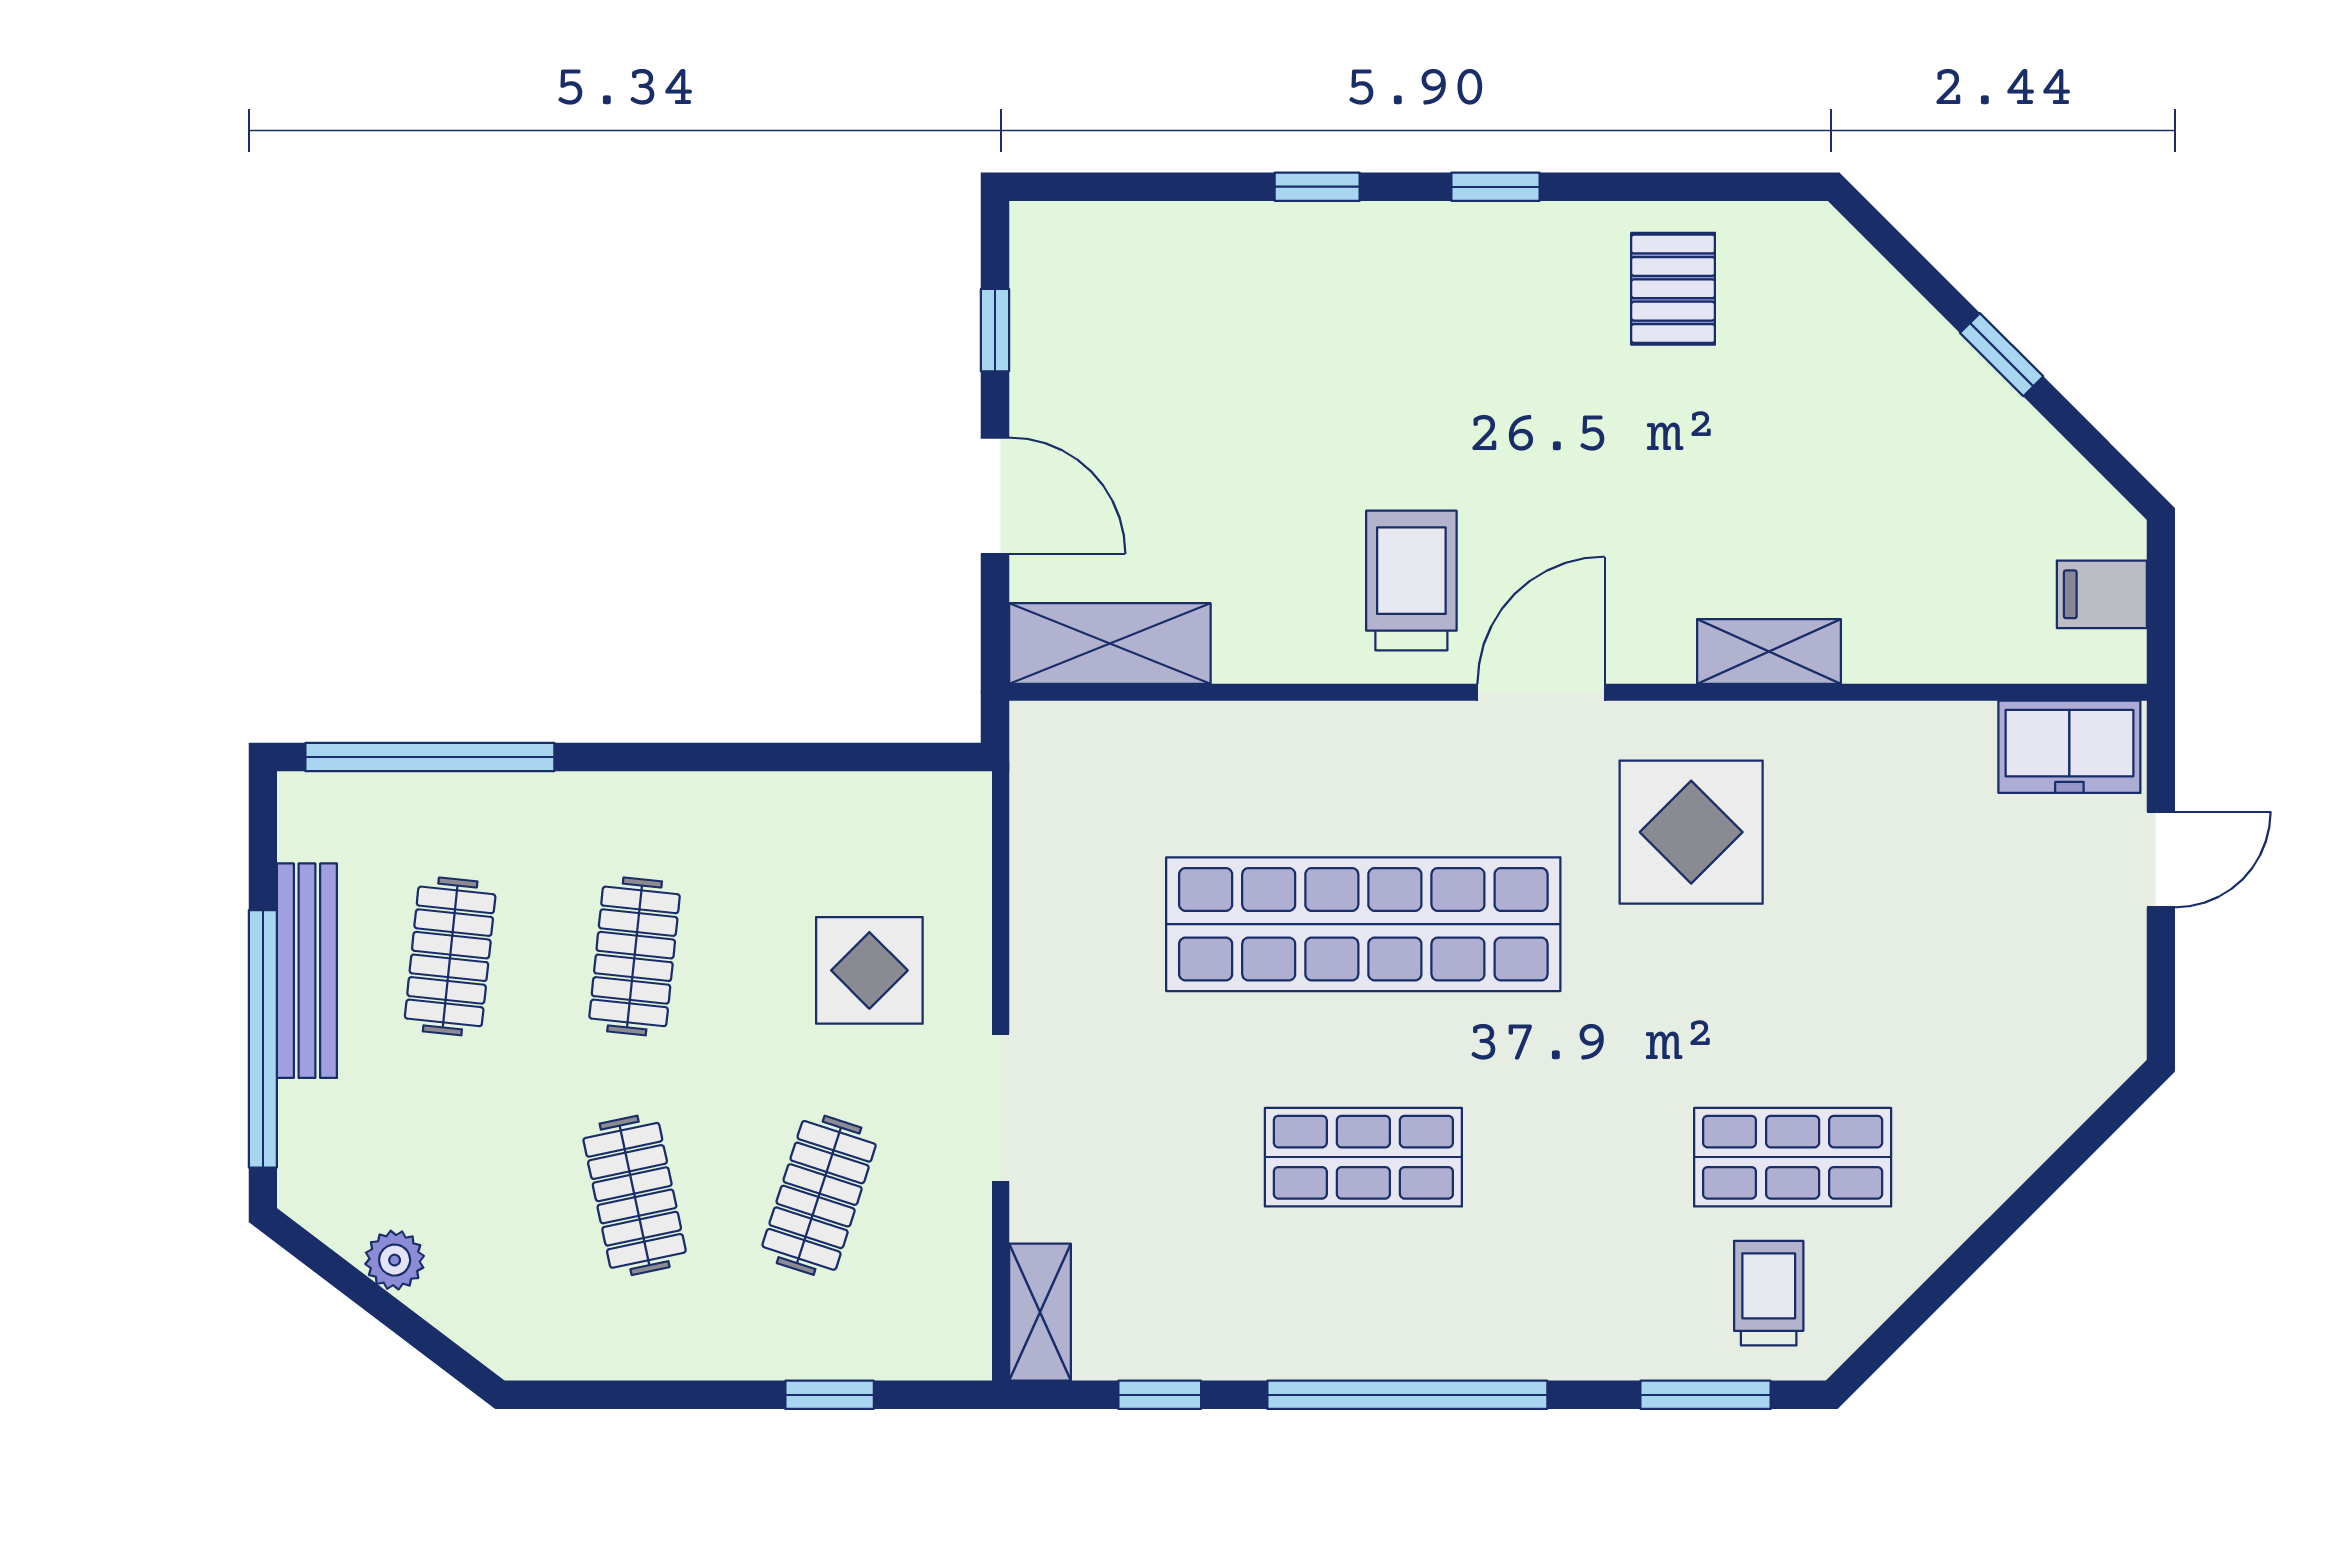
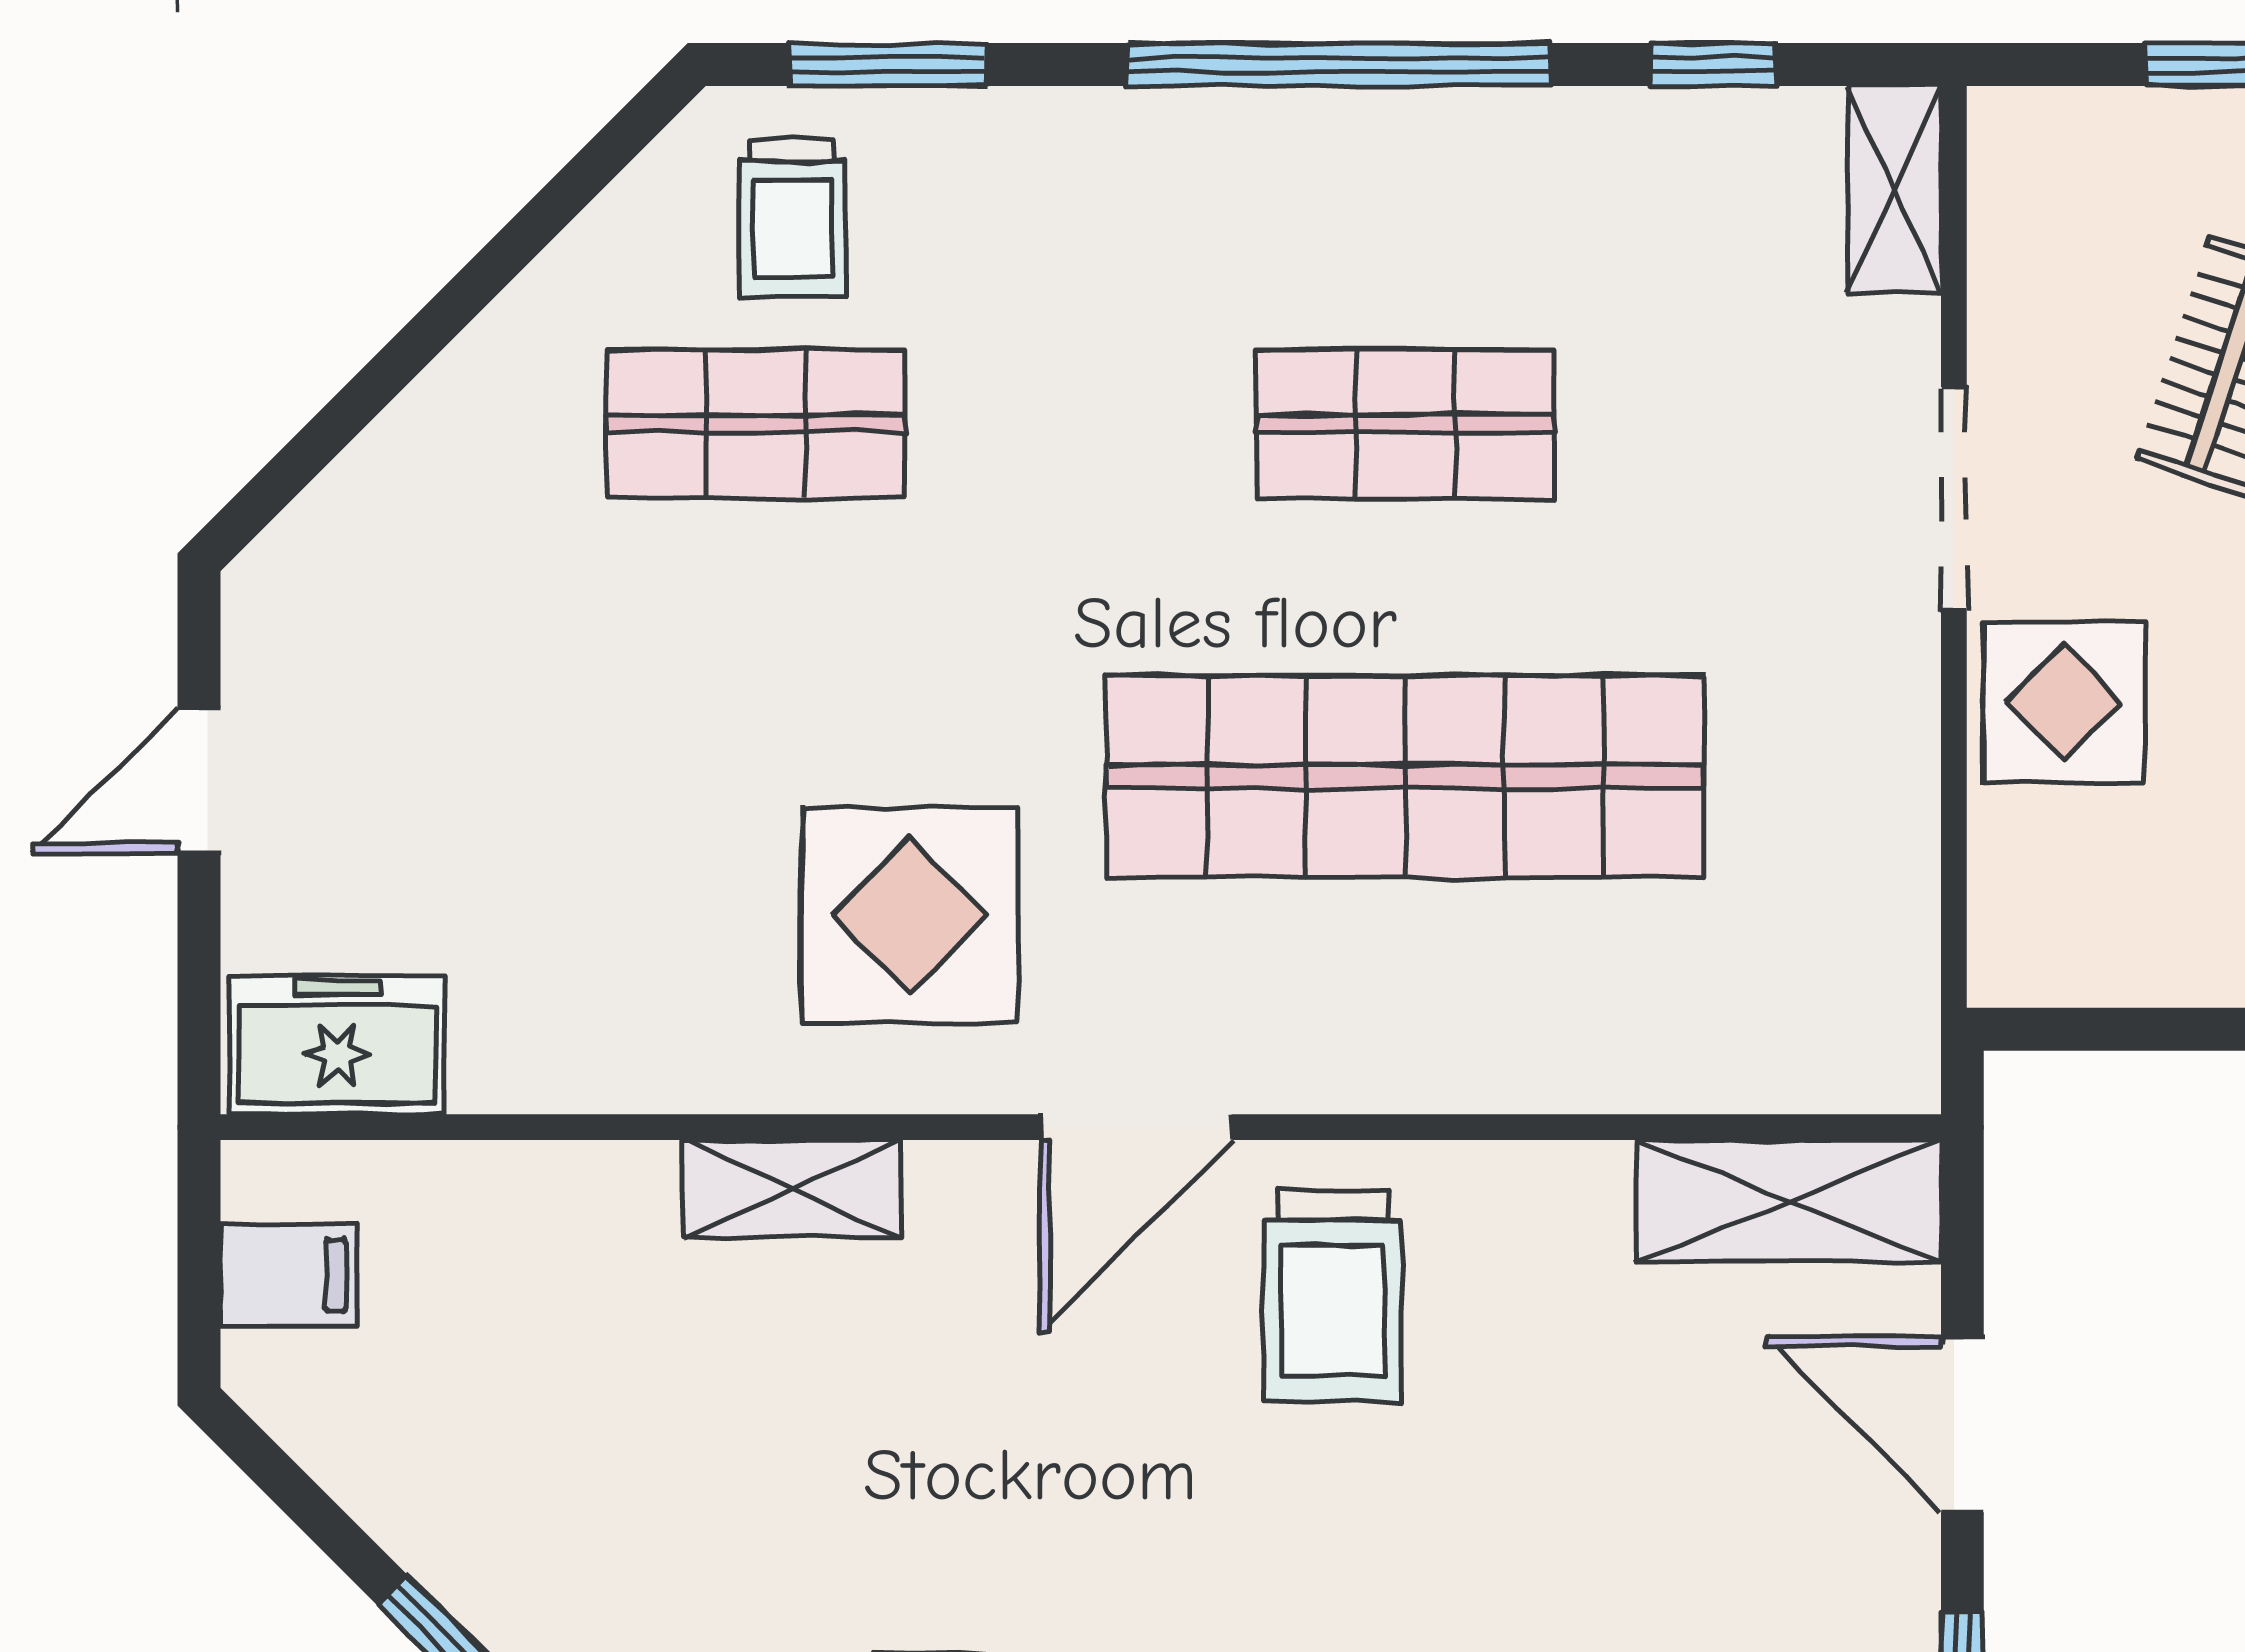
door: (2161, 859) -> (199, 780), moved
display table: (869, 970) -> (2064, 702), moved

